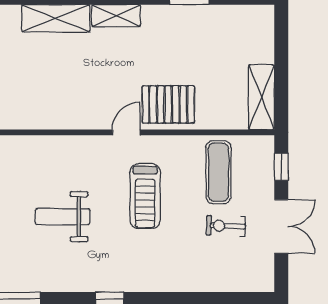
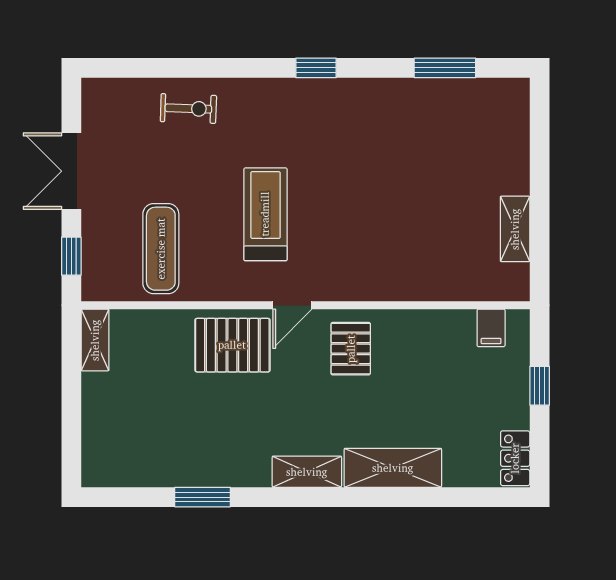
shelving: (261, 97) -> (95, 340), width x0.67, depth x0.75
pallet: (85, 102) -> (351, 349), added
weight bench: (63, 217) -> (383, 185), removed
exercise bike: (226, 226) -> (188, 109), moved

